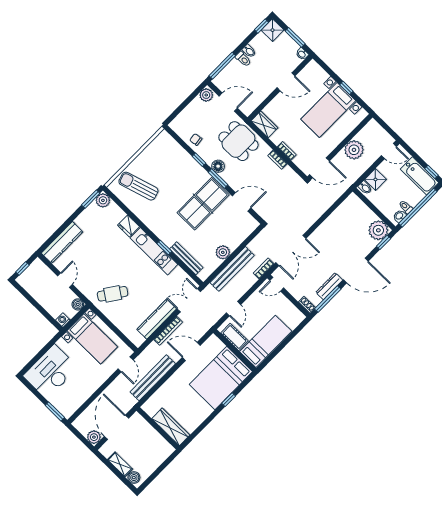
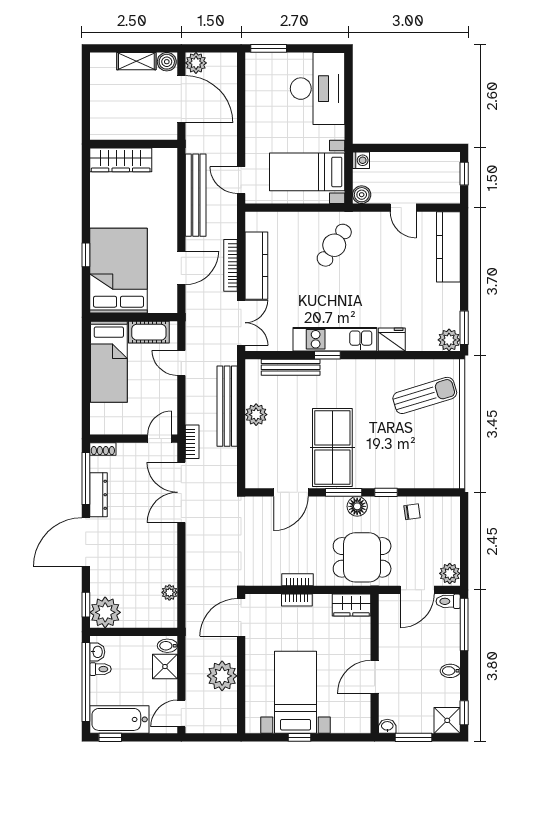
toilet: (243, 59) -> (448, 601), moved
plant: (341, 211) -> (169, 592), added
boiler: (134, 478) -> (167, 62), moved

